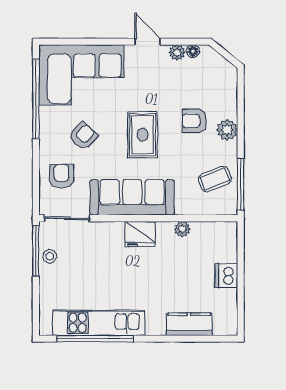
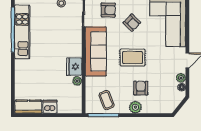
fridge: (140, 234) -> (74, 67), moved
kitchen counter: (189, 324) -> (28, 107), moved, turned -90

